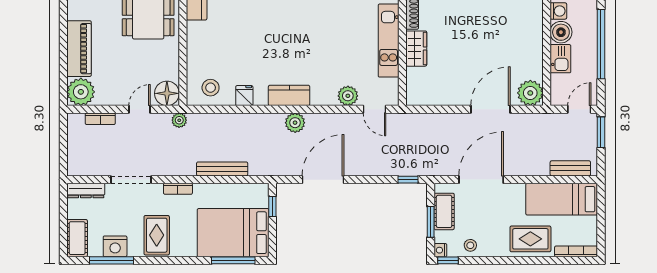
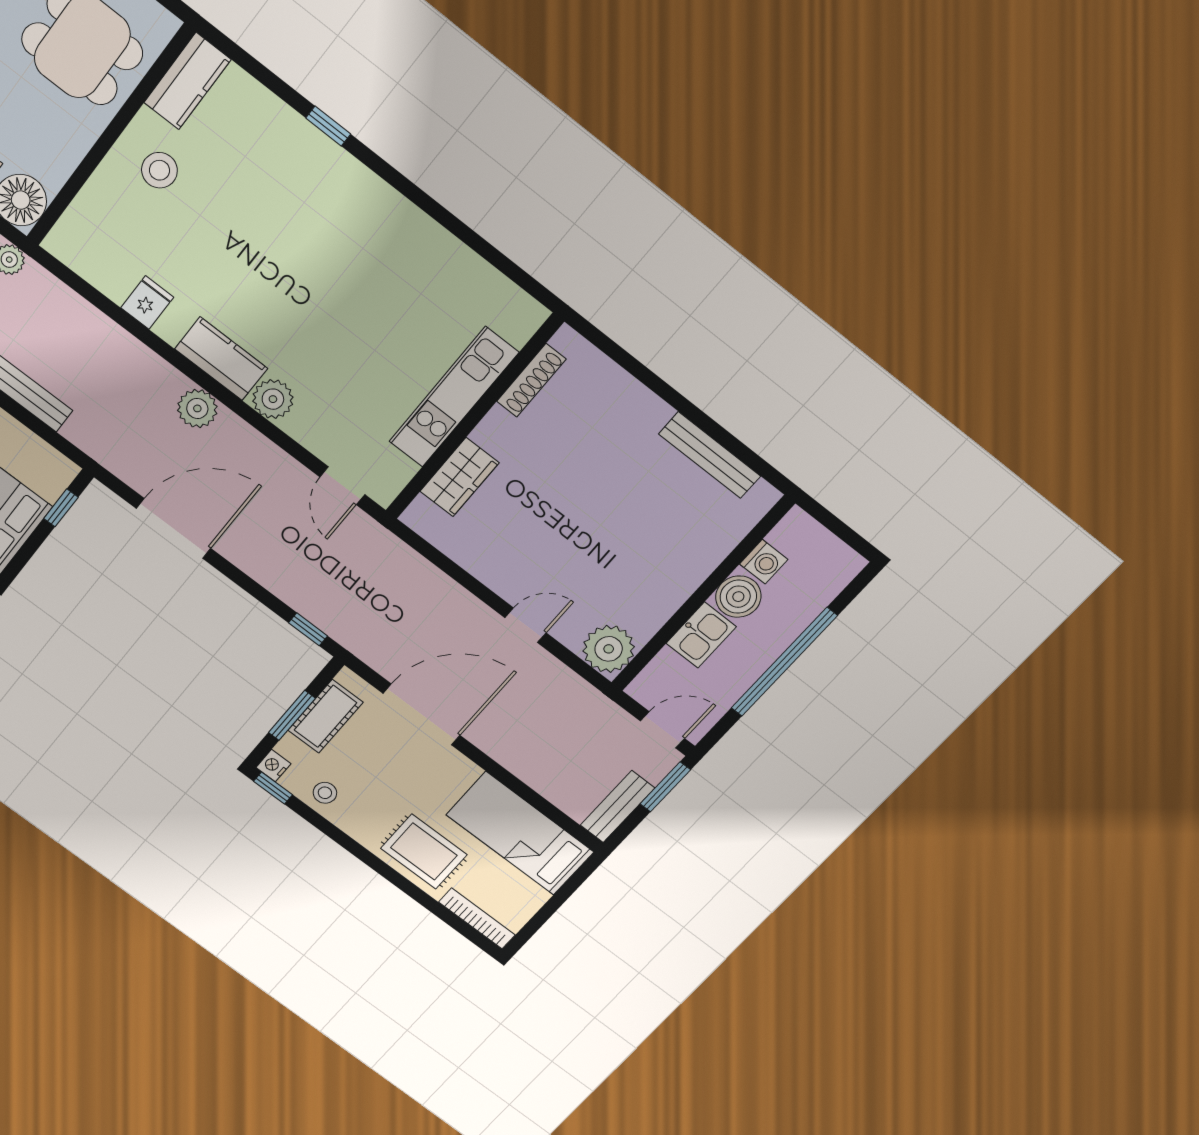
wardrobe: (416, 49) -> (459, 477), moved
stool: (211, 88) -> (159, 170), moved
plant: (348, 96) -> (273, 399), moved
door: (490, 109) -> (525, 625), width x0.53
bench: (570, 168) -> (617, 807), moved, turned 90

